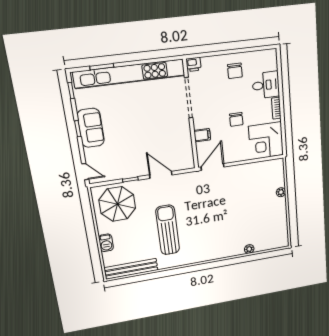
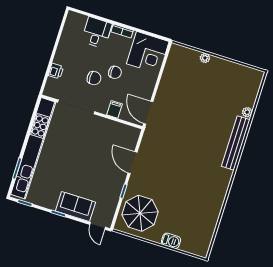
printer: (194, 64) -> (56, 71), moved
chair: (235, 71) -> (94, 78), moved
sofa: (91, 128) -> (75, 207), moved
door: (85, 172) -> (98, 226), swing flipped
door: (161, 175) -> (133, 163), hinge flipped
sun lounger: (168, 230) -> (187, 180), removed
bench: (131, 269) -> (236, 143), moved

